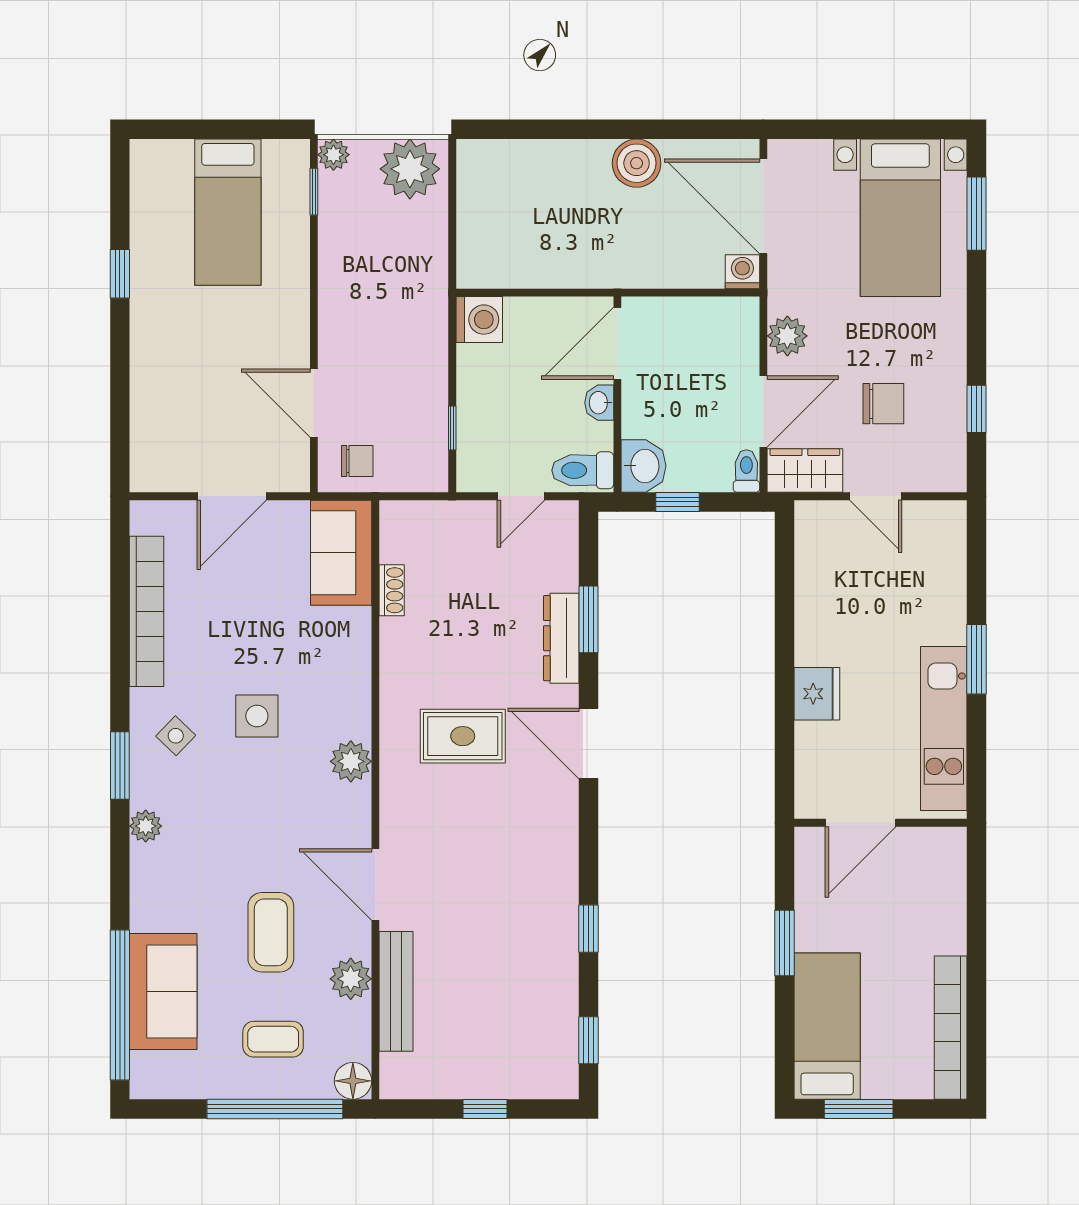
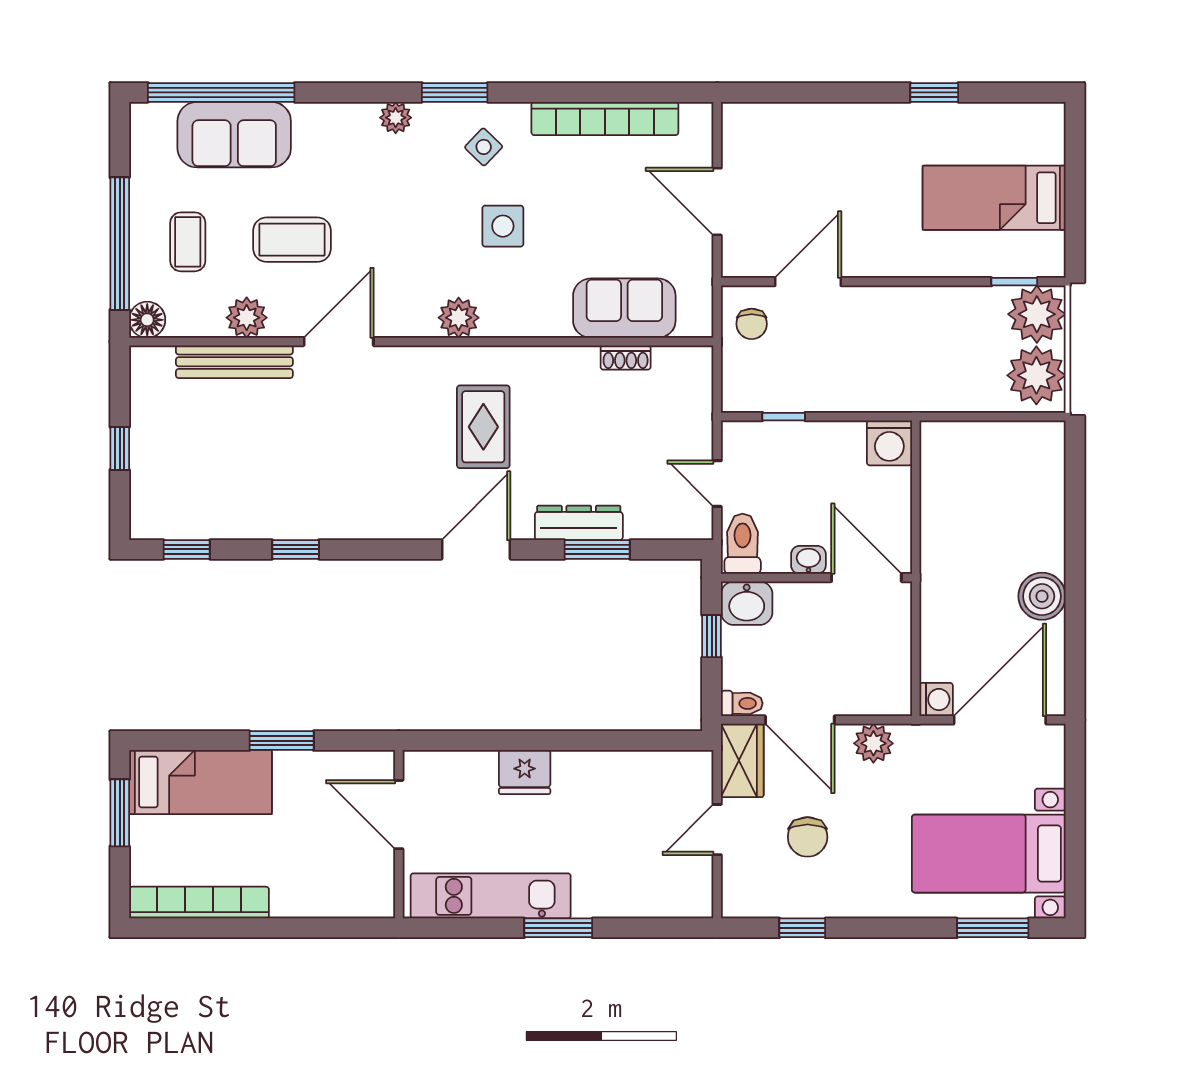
plant: (333, 155) -> (1037, 314), width x1.88, depth x1.88
sofa: (341, 553) -> (624, 308), moved

